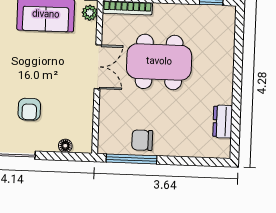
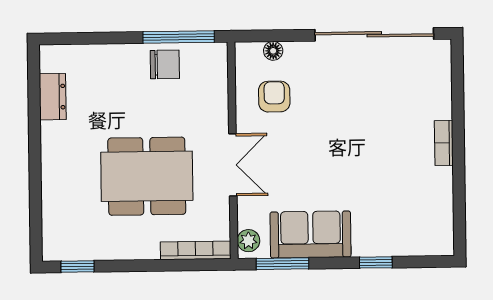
double door: (98, 67) -> (233, 165), swing flipped
armchair: (29, 109) -> (274, 97), moved

